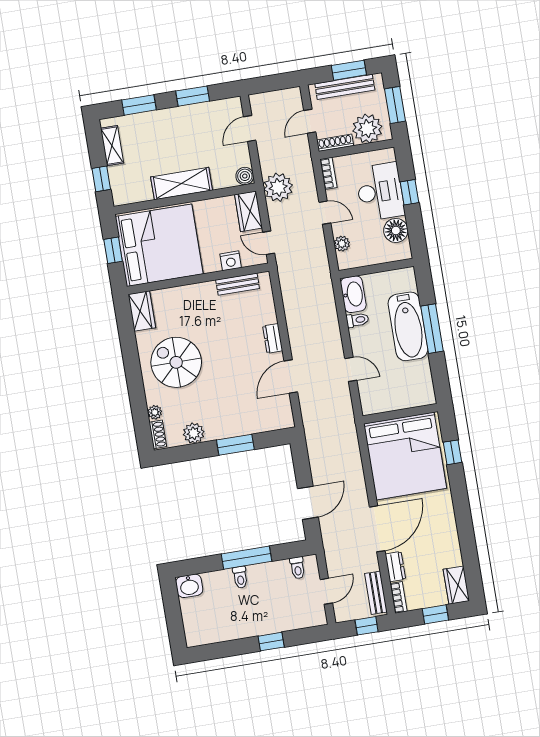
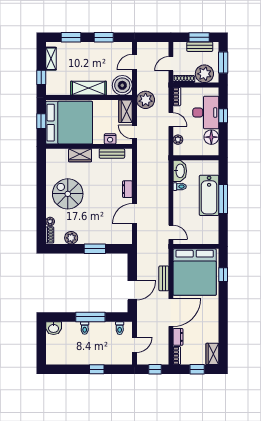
bench: (345, 87) -> (200, 47), width x0.73
boiler: (245, 176) -> (122, 85), width x1.86, depth x1.86
wardrobe: (142, 311) -> (80, 155), moved, turned 90
door: (351, 369) -> (171, 232), moved
bench: (376, 593) -> (164, 278), moved

